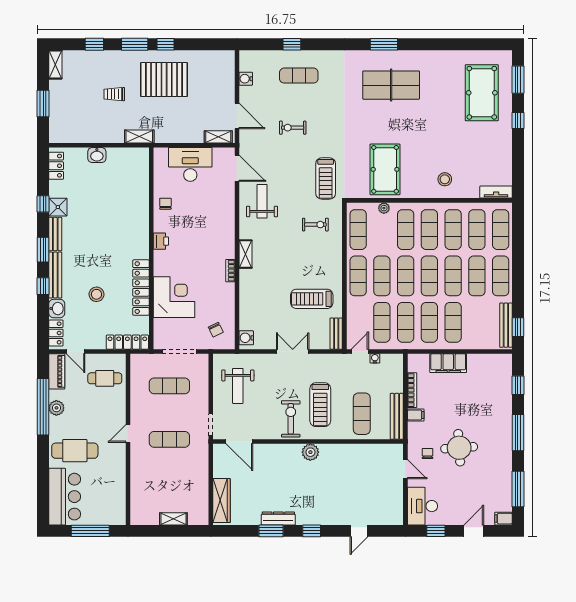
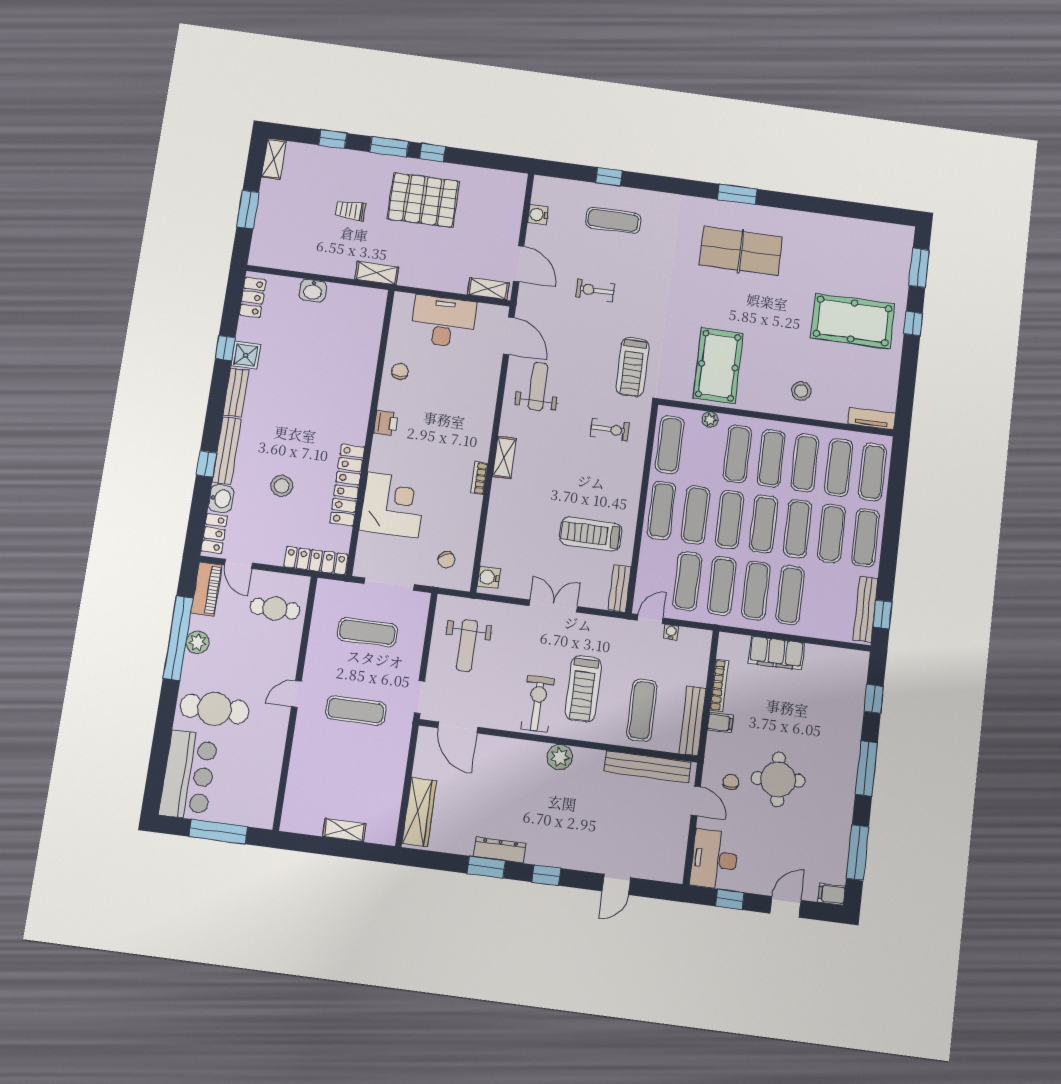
pool table: (482, 93) -> (853, 321), moved, turned 90
window: (43, 250) -> (215, 412), removed
bench: (370, 451) -> (647, 767), added

